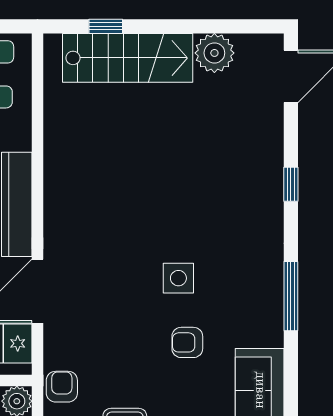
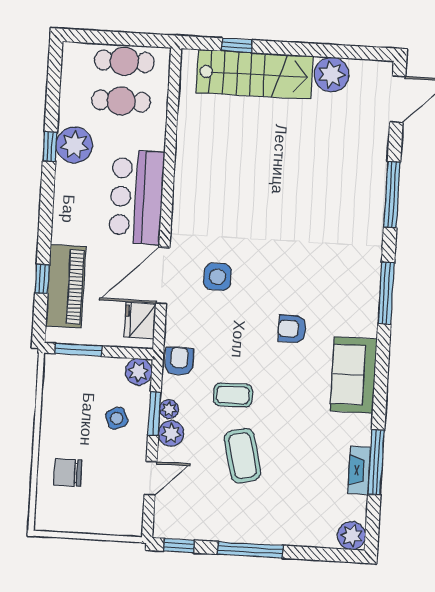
window: (291, 184) -> (392, 195), width x2.17
side table: (178, 278) -> (218, 277), moved

